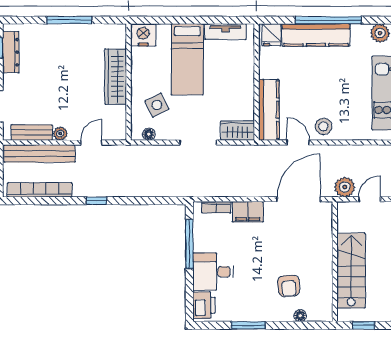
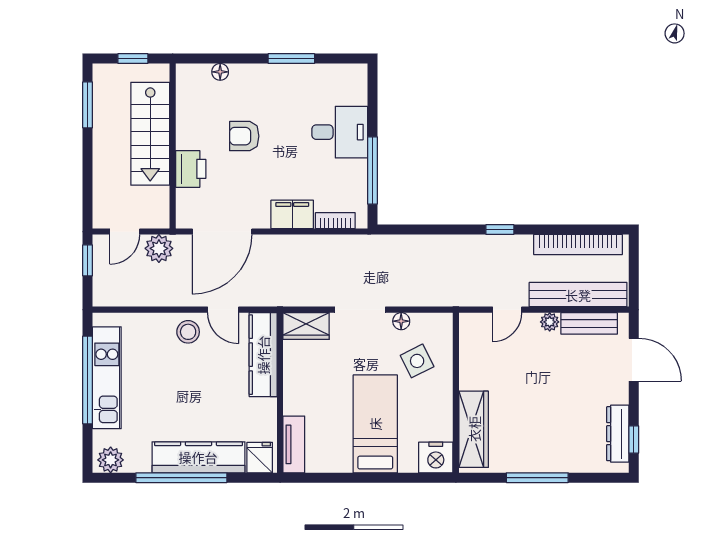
tv unit: (225, 32) -> (294, 444), moved, turned 90
wardrobe: (116, 77) -> (474, 429), moved
floor lamp: (149, 134) -> (401, 321), moved
armchair: (289, 286) -> (244, 136), moved, turned -85
printer: (204, 305) -> (191, 169), moved, turned 180

